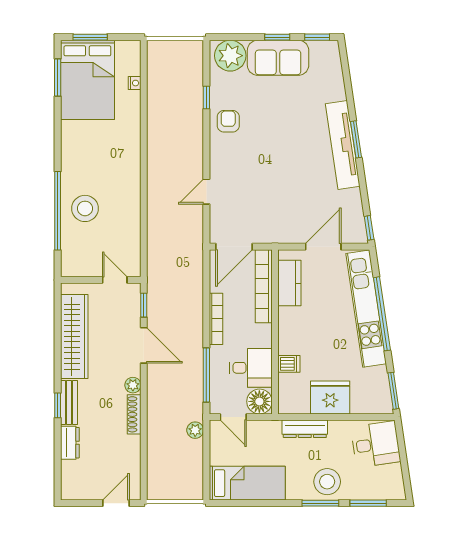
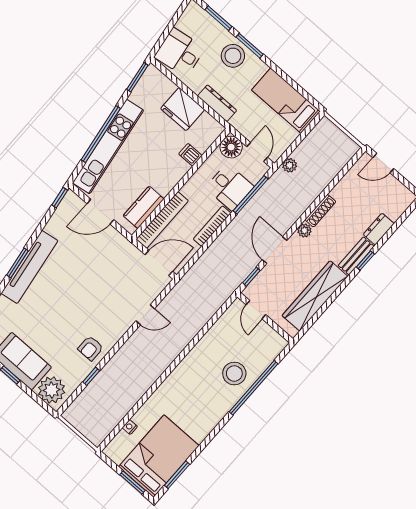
desk: (251, 368) -> (230, 187), moved, turned 180

